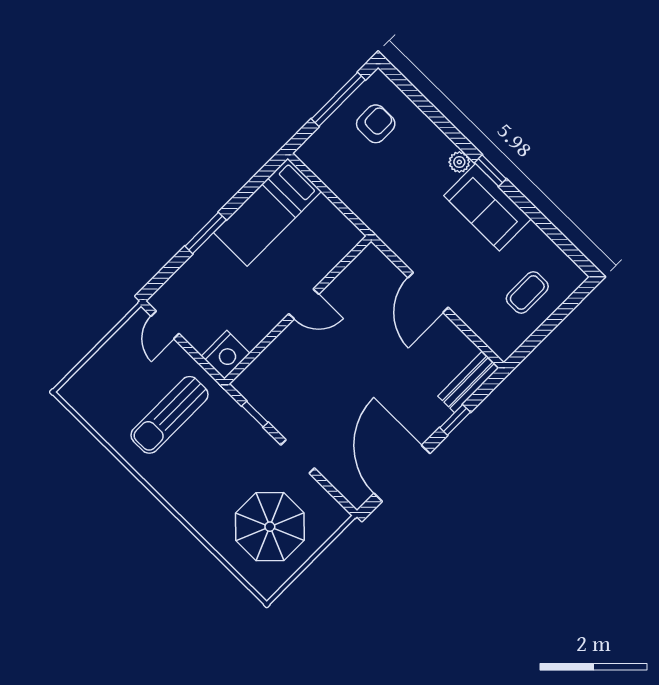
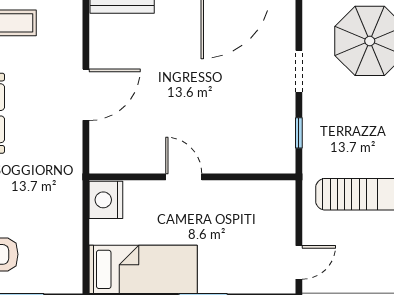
nightstand: (226, 355) -> (106, 200), moved, turned -90

